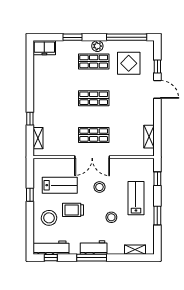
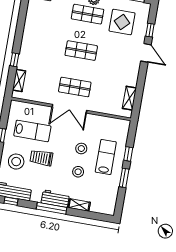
window: (157, 179) -> (128, 154), moved
stool: (99, 187) -> (81, 149), moved
shelving: (135, 250) -> (79, 205), moved

